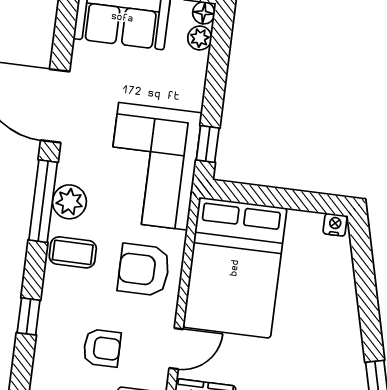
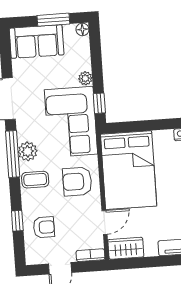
plant: (200, 38) -> (85, 78), moved
armchair: (102, 348) -> (44, 227), moved

